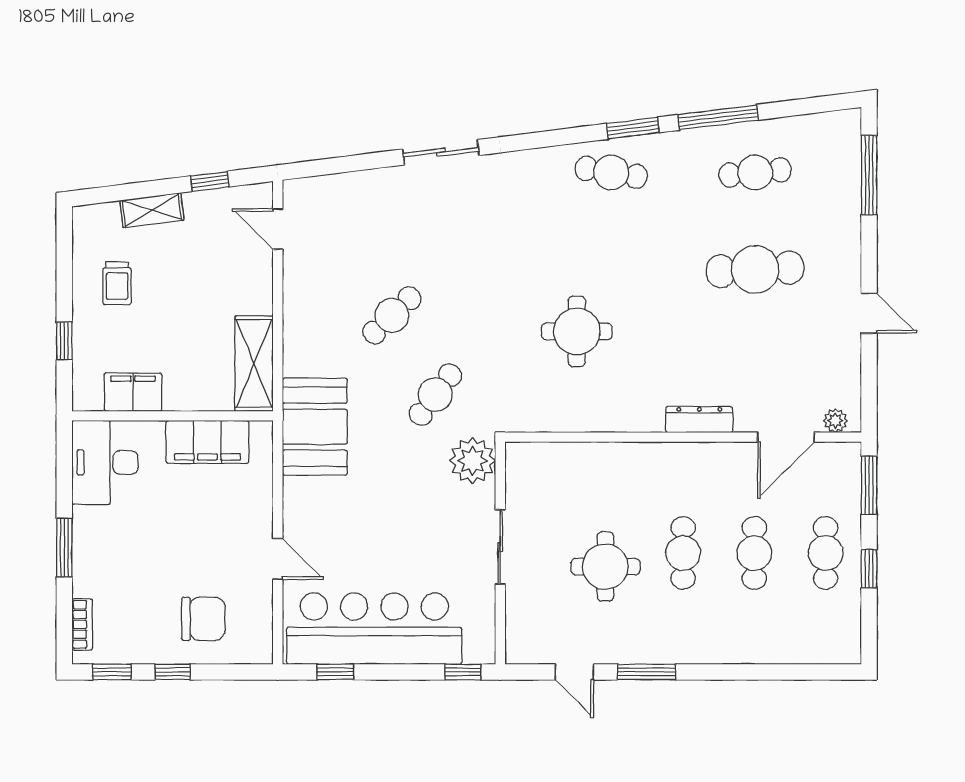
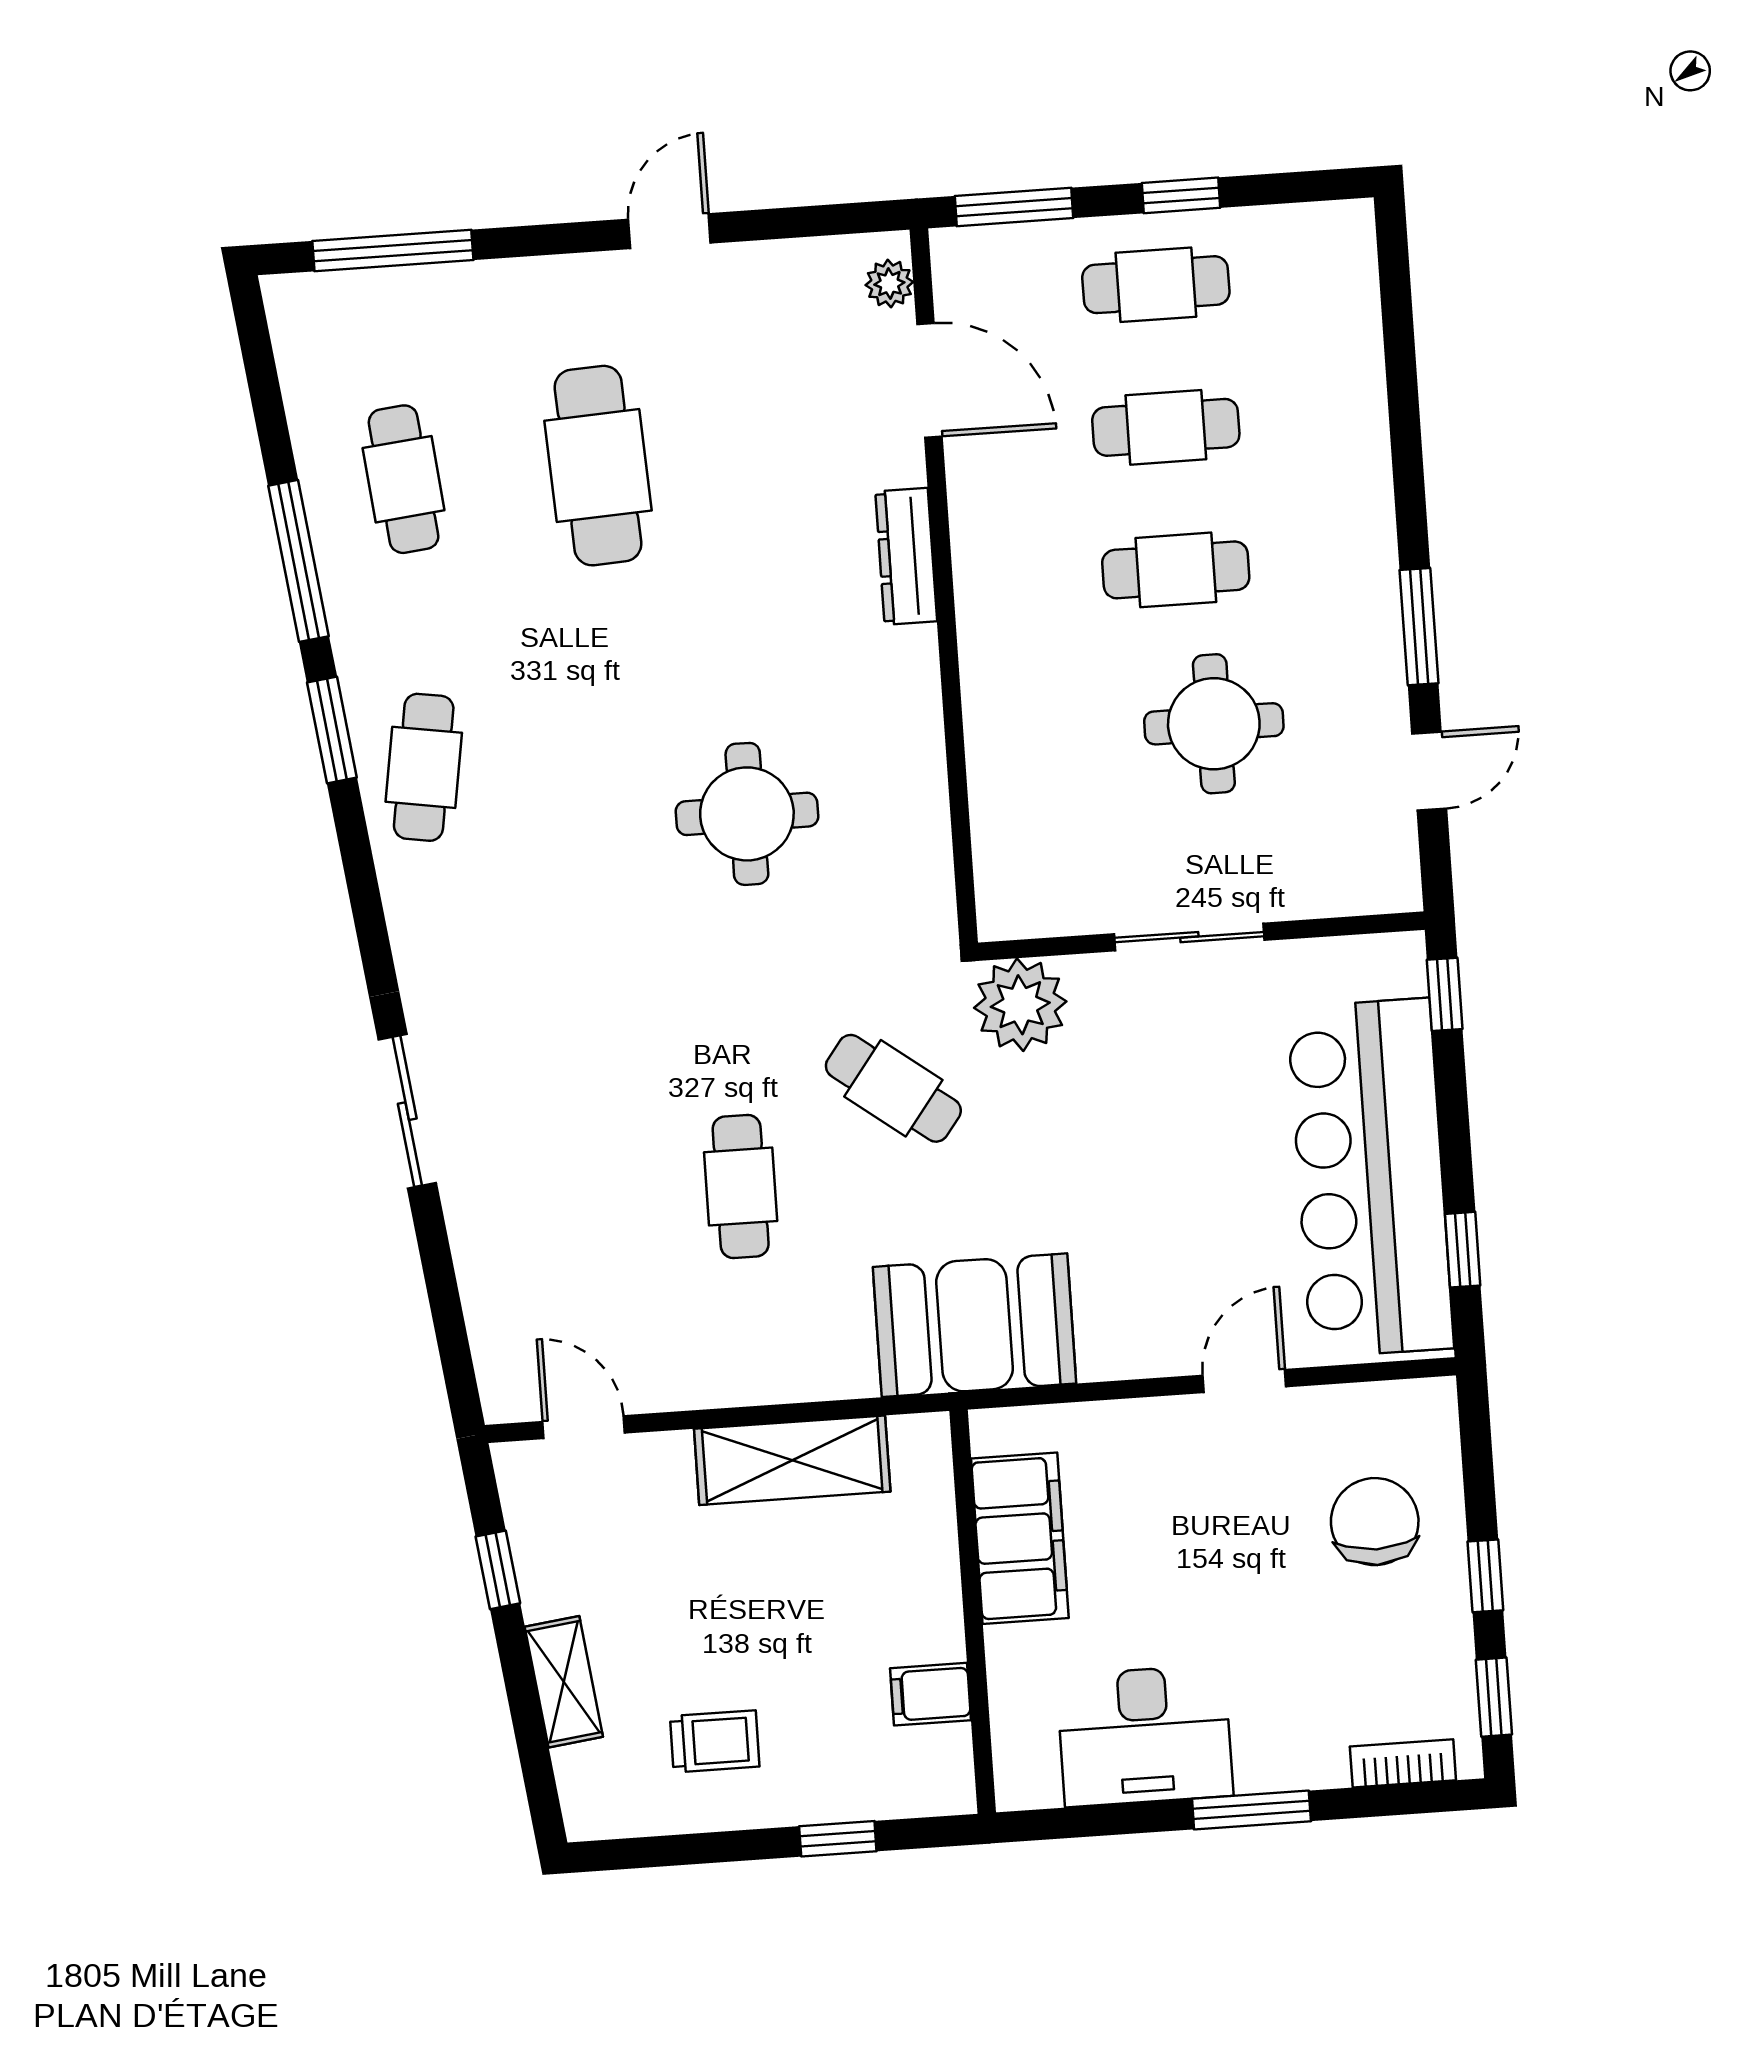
door: (278, 229) -> (584, 1427), swing flipped
cafe table: (392, 315) -> (741, 1187), turned 44
shelving: (254, 364) -> (792, 1460), moved
filing cabinet: (133, 392) -> (931, 1694), width x0.50
desk: (105, 462) -> (1145, 1736), moved

